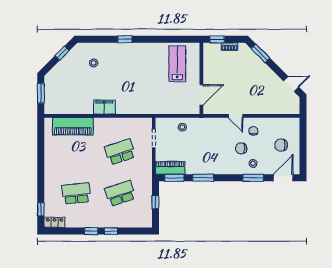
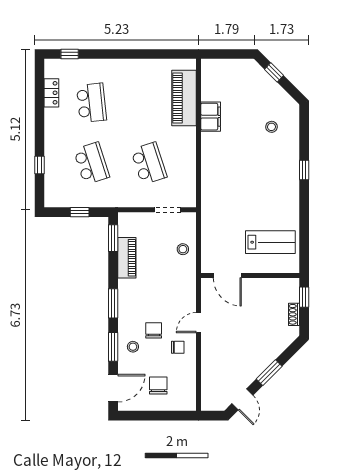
window: (62, 53) -> (274, 72), moved
window: (260, 53) -> (269, 373), moved
window: (41, 93) -> (230, 54), removed
filing cabinet: (104, 107) -> (211, 117), moved
piano: (170, 168) -> (127, 258), moved
window: (203, 178) -> (113, 303), moved
door: (283, 178) -> (113, 388), hinge flipped
locker: (55, 222) -> (51, 93), moved
window: (91, 231) -> (40, 123), removed
window: (111, 231) -> (40, 165), moved

